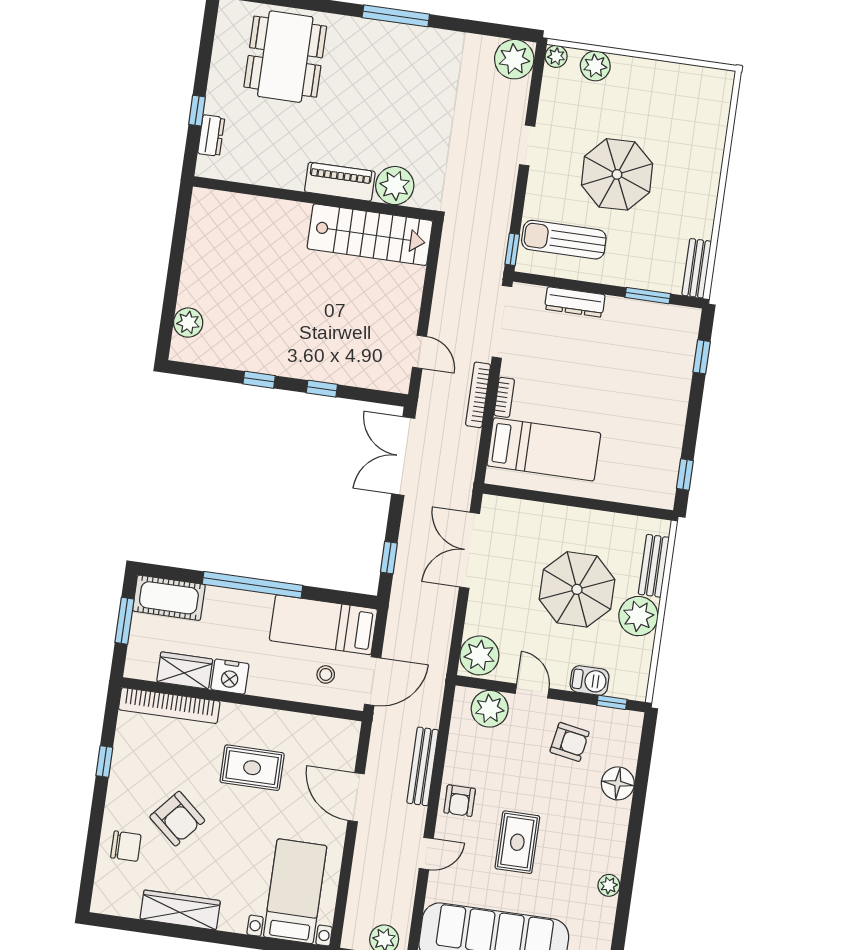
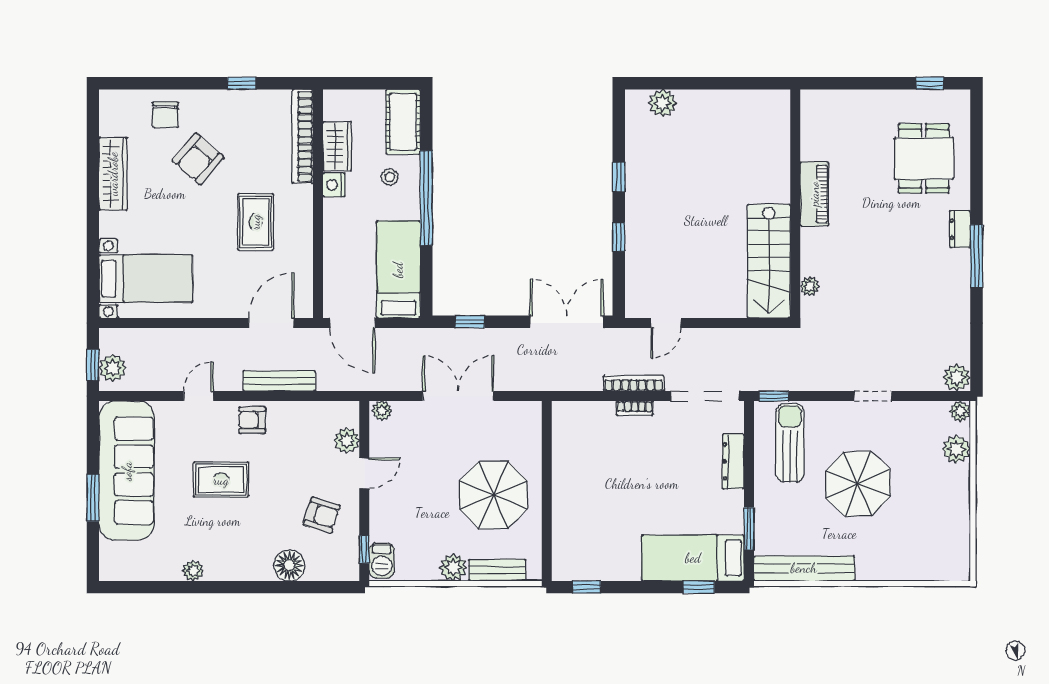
dining table: (285, 57) -> (924, 158), width x0.73
plant: (514, 59) -> (957, 378), width x0.73, depth x0.73
window: (197, 111) -> (930, 83), moved
dresser: (211, 136) -> (960, 229), moved, turned 90
piano: (340, 182) -> (814, 194), moved
plant: (395, 186) -> (810, 286), width x0.53, depth x0.53
bench: (697, 268) -> (804, 568), width x1.86, depth x1.21
bed: (544, 449) -> (693, 558), moved, turned 90
double door: (469, 550) -> (458, 396), moved
parasol: (577, 589) -> (493, 495), moved
plant: (638, 616) -> (453, 567), width x0.73, depth x0.73
window: (124, 621) -> (376, 83), removed
plant: (479, 655) -> (382, 411), width x0.53, depth x0.53
stool: (326, 674) -> (390, 177), moved
nightstand: (230, 677) -> (334, 185), width x0.74, depth x0.75
barbecue: (590, 681) -> (382, 560), moved
plant: (490, 709) -> (347, 441), width x0.73, depth x0.73
armchair: (570, 742) -> (322, 515), turned -83
door: (356, 797) -> (271, 323), moved
door: (426, 854) -> (198, 396), swing flipped

